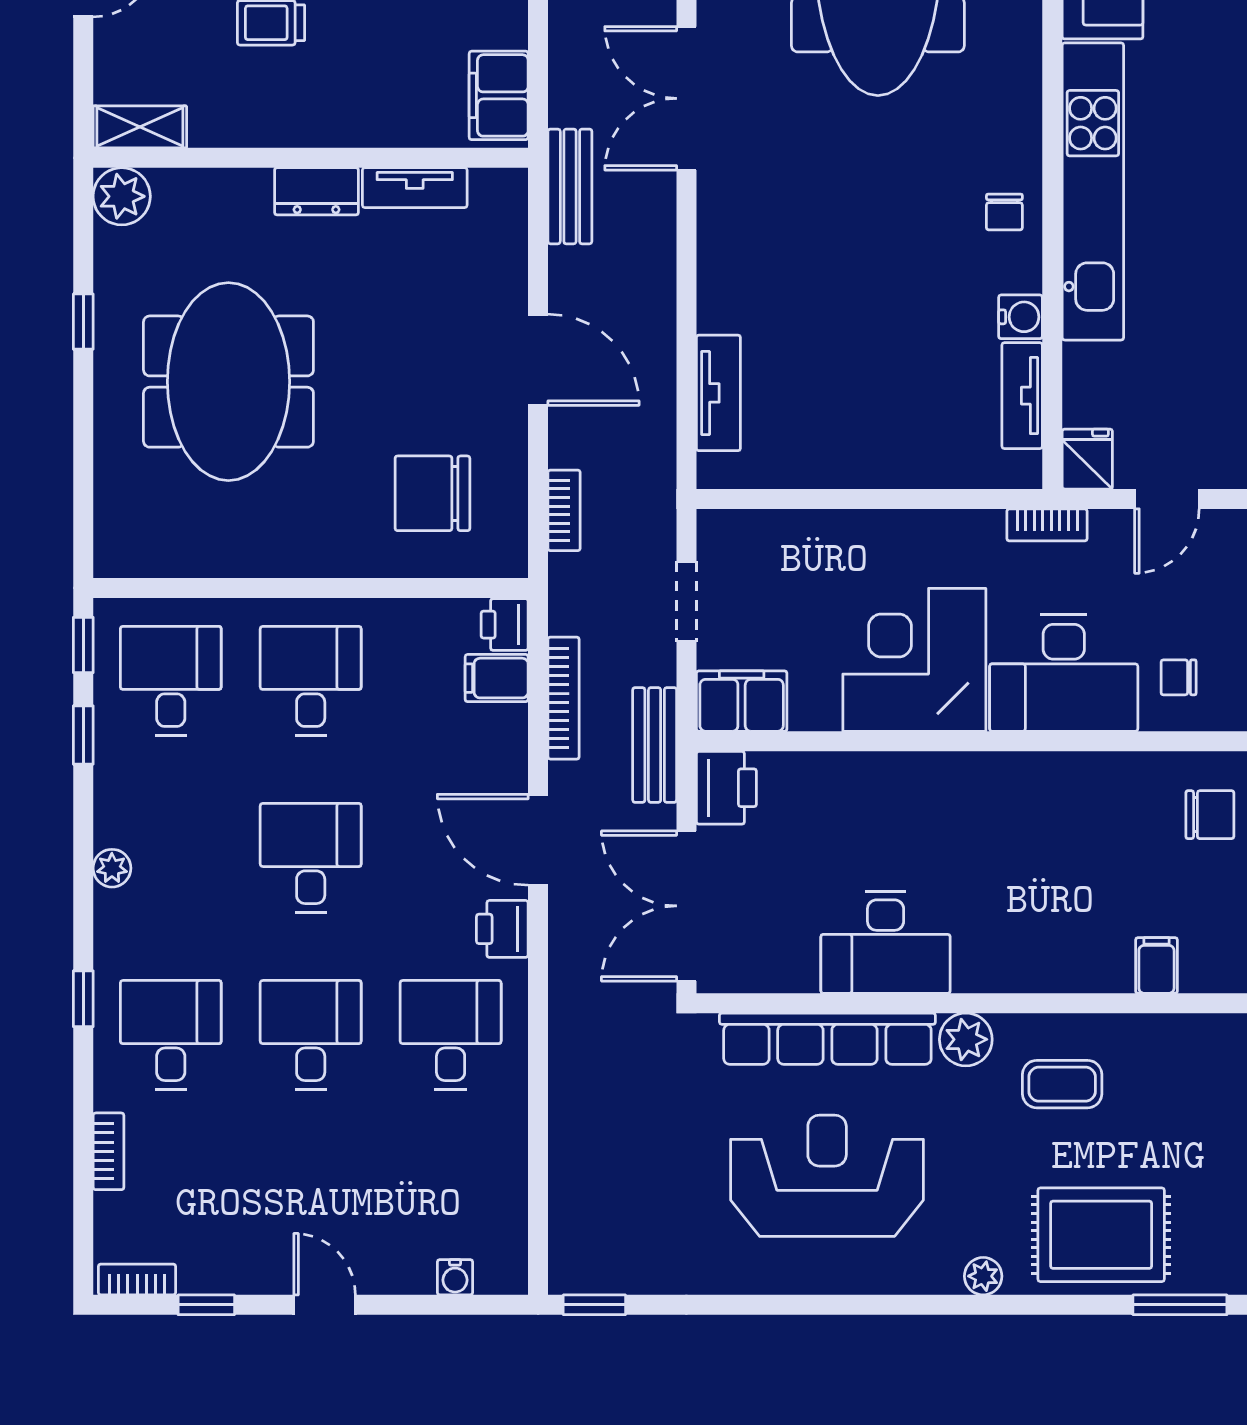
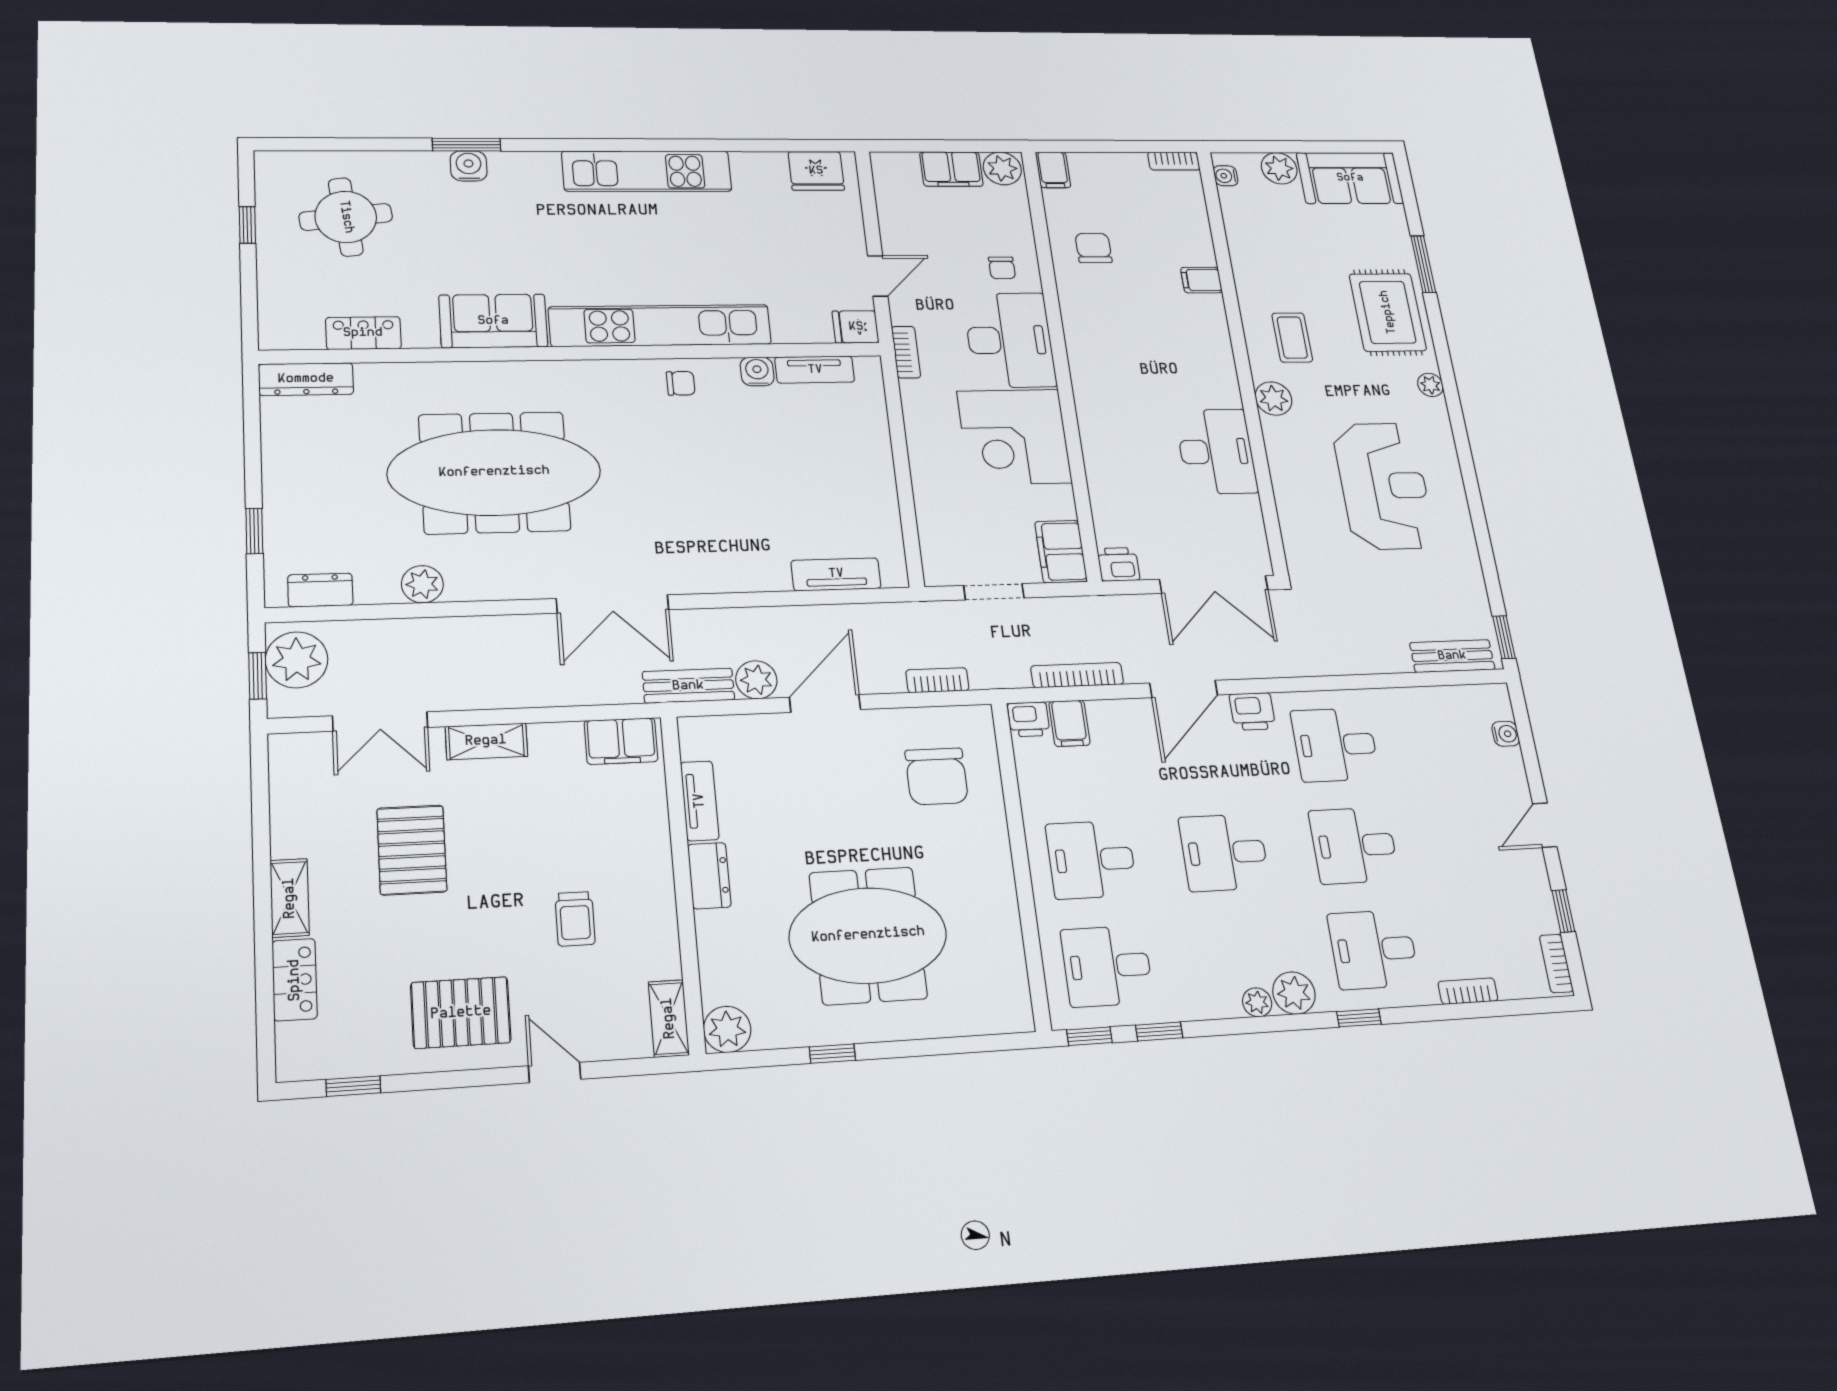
plant: (574, 274) -> (756, 680), added
door: (1167, 499) -> (878, 276), hinge flipped
bench: (655, 745) -> (1452, 656), moved
printer: (726, 788) -> (1119, 564), width x0.73, depth x0.81
plant: (121, 919) -> (1294, 993), added
row of seats: (827, 1039) -> (1290, 488), removed
reception desk: (827, 1176) -> (1384, 486), turned 180

